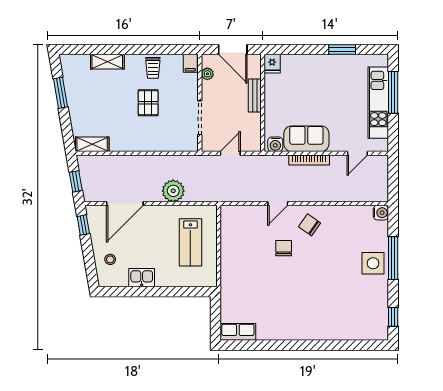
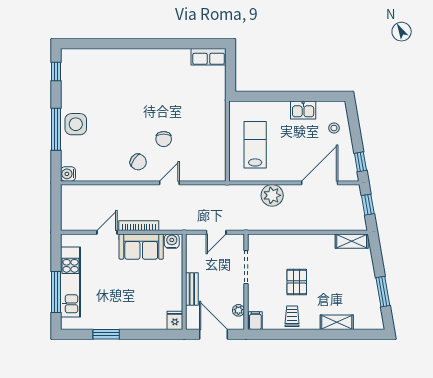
door: (357, 153) -> (107, 232), moved

